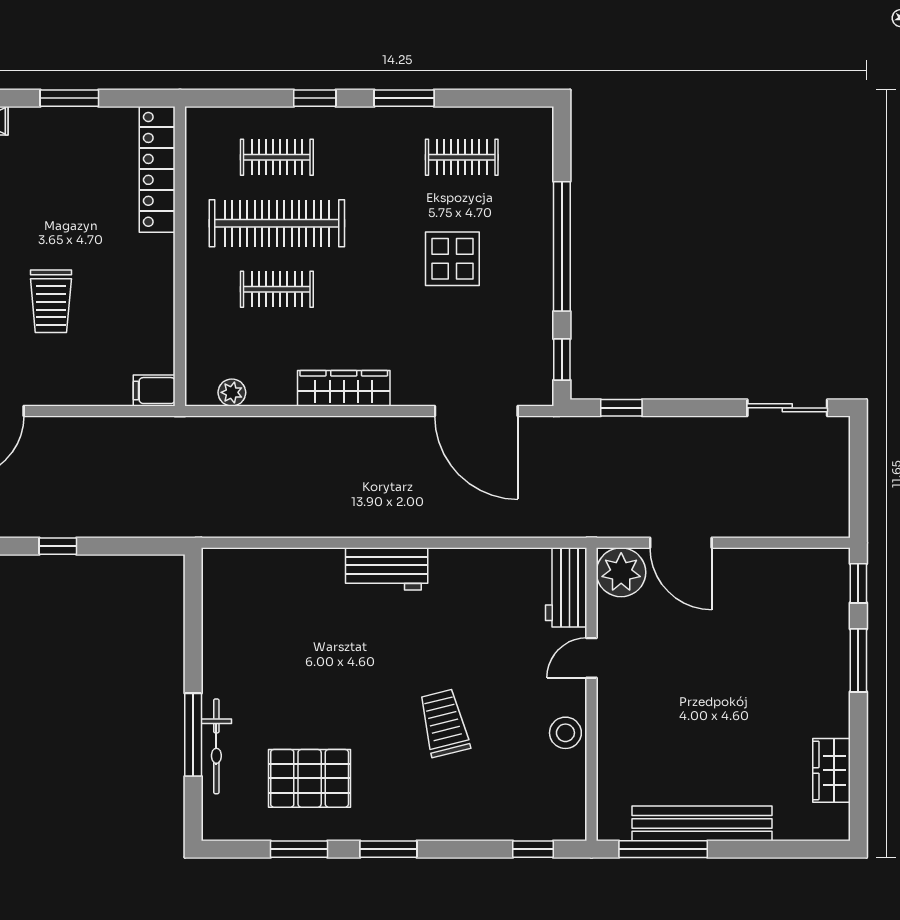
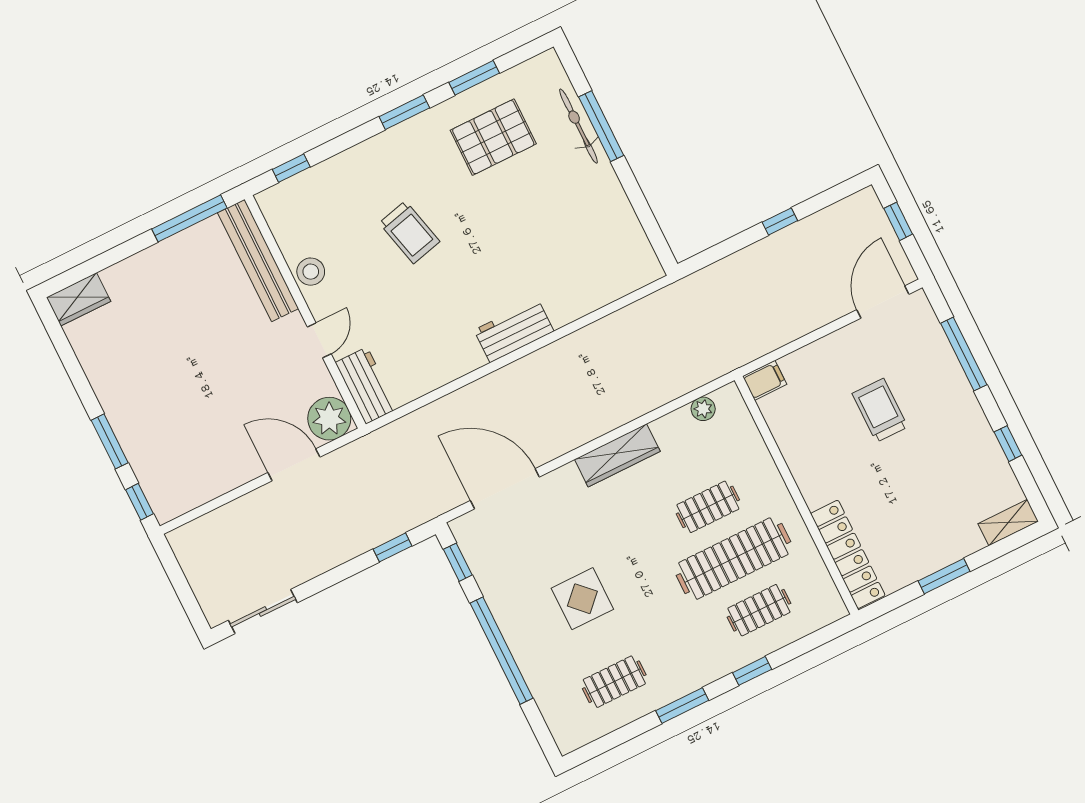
wardrobe: (831, 770) -> (79, 299), moved, turned 90
bench: (702, 823) -> (258, 261), moved, turned 90

